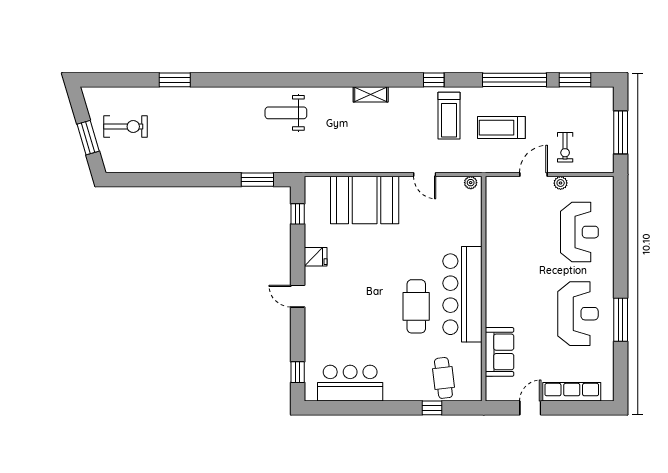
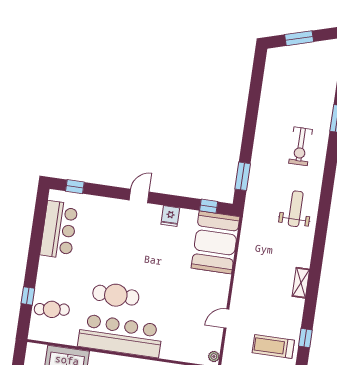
exercise bike: (125, 127) -> (301, 146), moved
booth: (365, 200) -> (215, 242), moved

